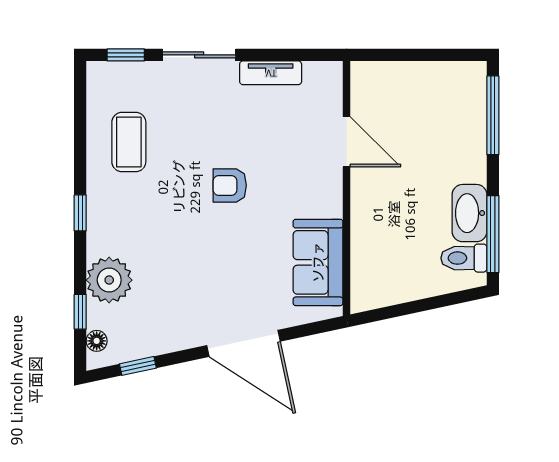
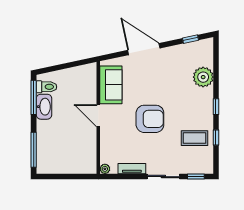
plant: (332, 72) -> (105, 169), added
coffee table: (129, 142) -> (194, 138), turned 90
door: (347, 142) -> (98, 116), moved
armchair: (230, 185) -> (150, 119), width x1.88, depth x1.88
window: (80, 312) -> (216, 138), moved
floor lamp: (97, 341) -> (209, 50), removed

